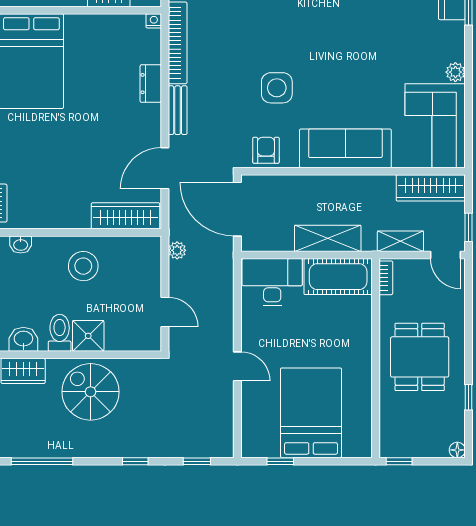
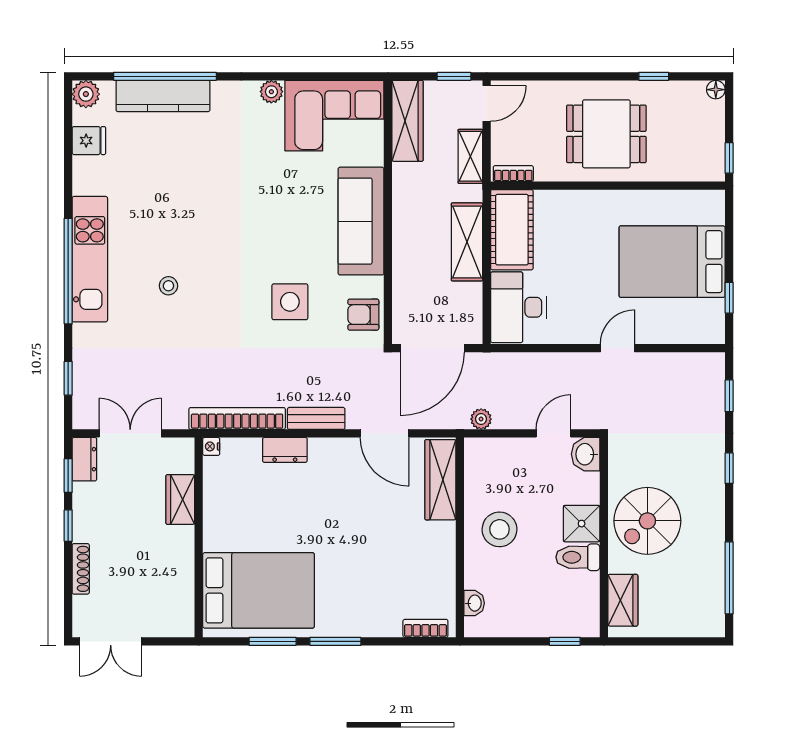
washbasin: (23, 339) -> (586, 454), moved

